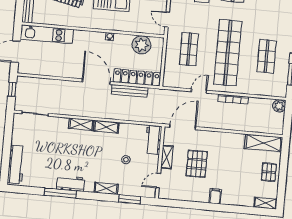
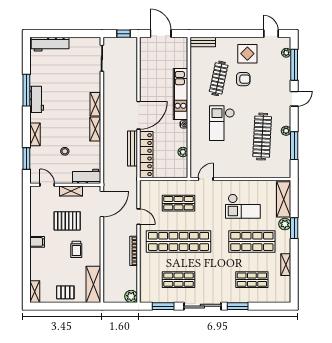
kitchen unit: (47, 34) -> (181, 94), moved
plant: (142, 45) -> (183, 152), width x0.53, depth x0.53
door: (183, 127) -> (102, 204), hinge flipped
trolley: (226, 157) -> (76, 249), added

